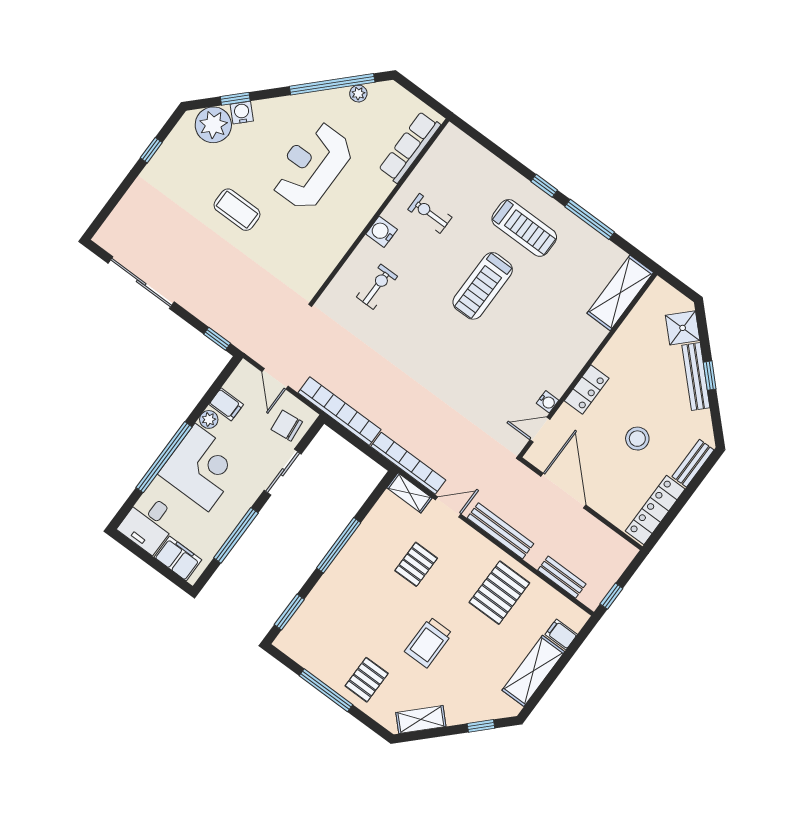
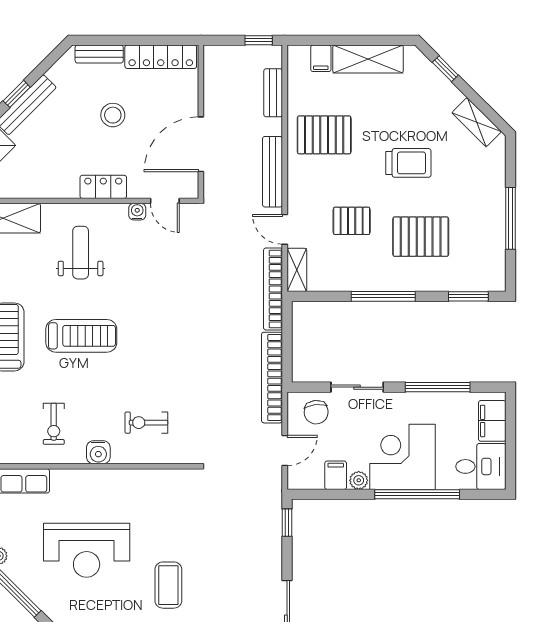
weight bench: (548, 334) -> (81, 253), added
pallet: (367, 680) -> (421, 237), moved, width x1.50, depth x1.42

